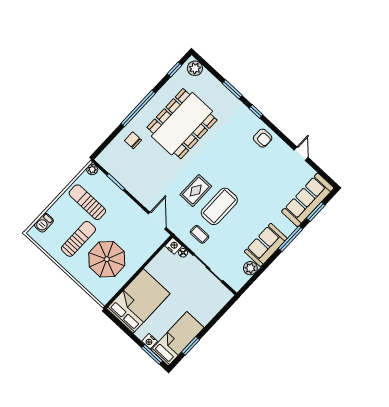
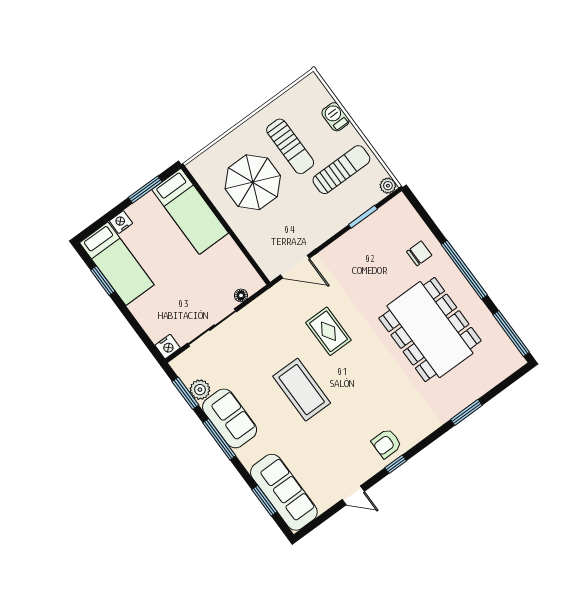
plant: (195, 68) -> (507, 364), removed
window: (175, 70) -> (511, 334), width x2.17
window: (256, 112) -> (396, 464), moved
coffee table: (219, 206) -> (302, 390), moved
barbecue: (44, 223) -> (335, 117), moved
coffee table: (200, 234) -> (263, 325), removed
window: (290, 239) -> (219, 439), moved
nightstand: (173, 246) -> (168, 347), moved
window: (255, 277) -> (185, 393), added
bed: (138, 301) -> (190, 211), width x0.67
window: (152, 354) -> (145, 190), moved

